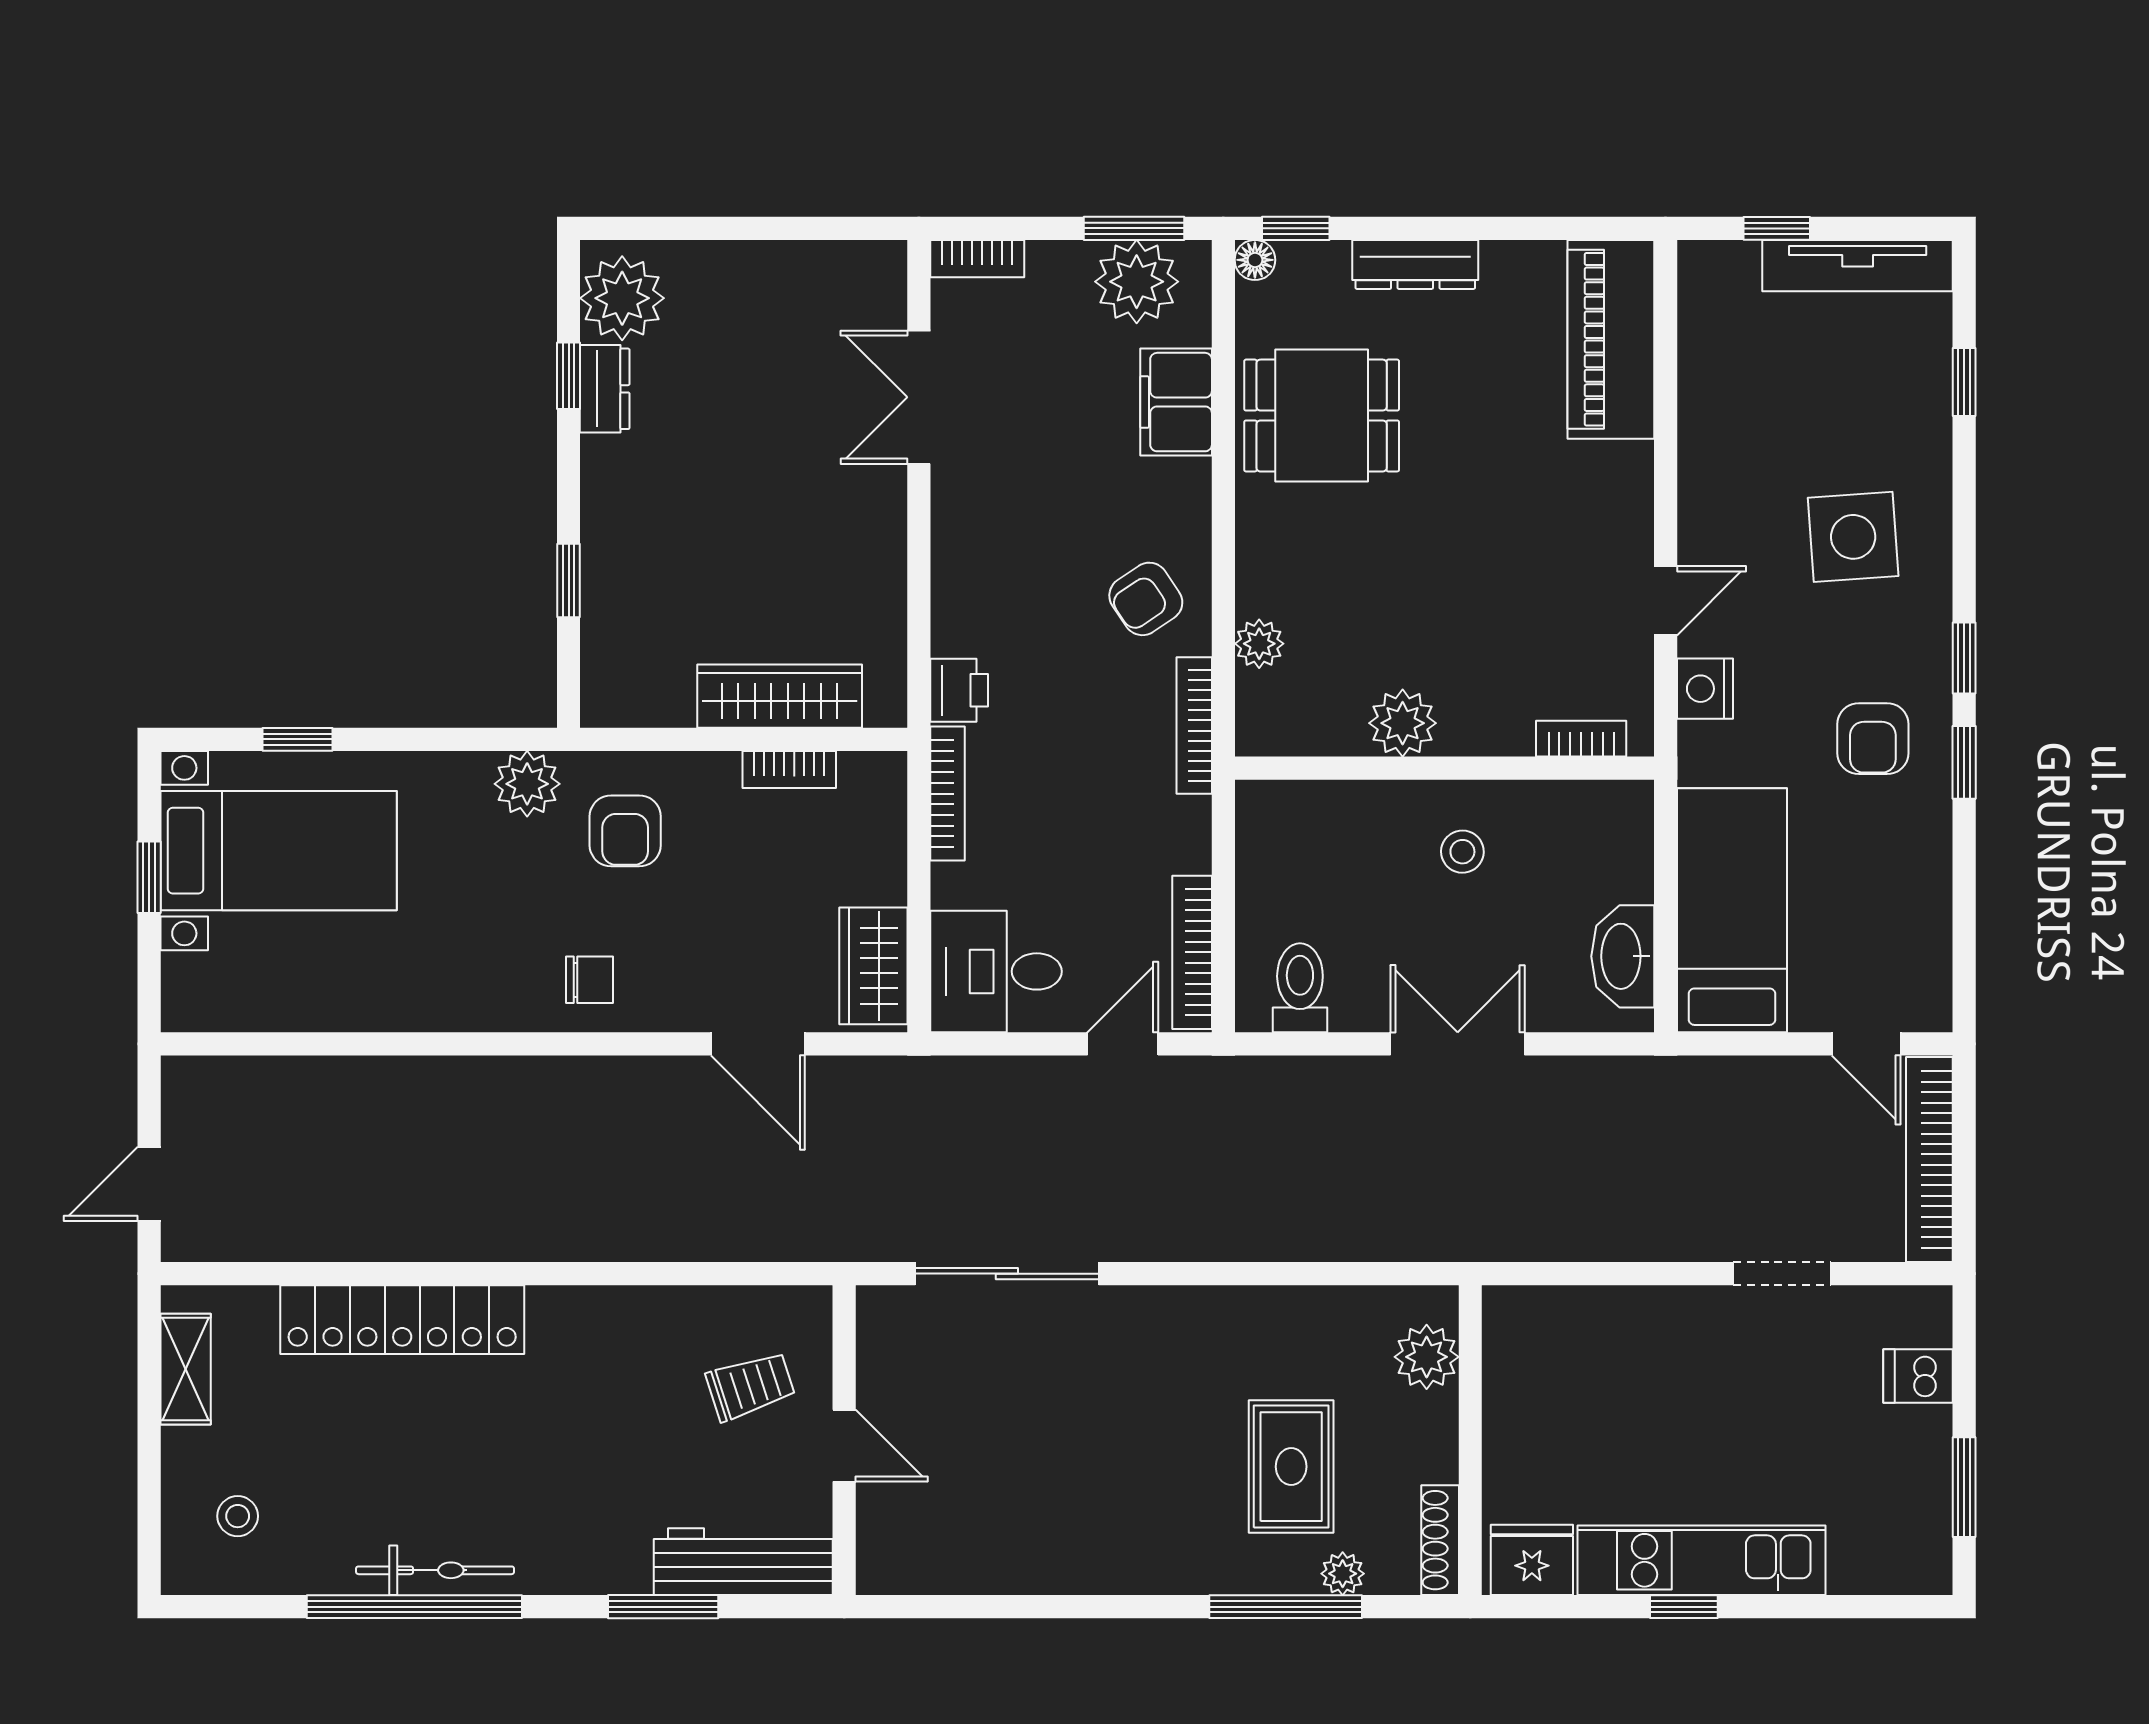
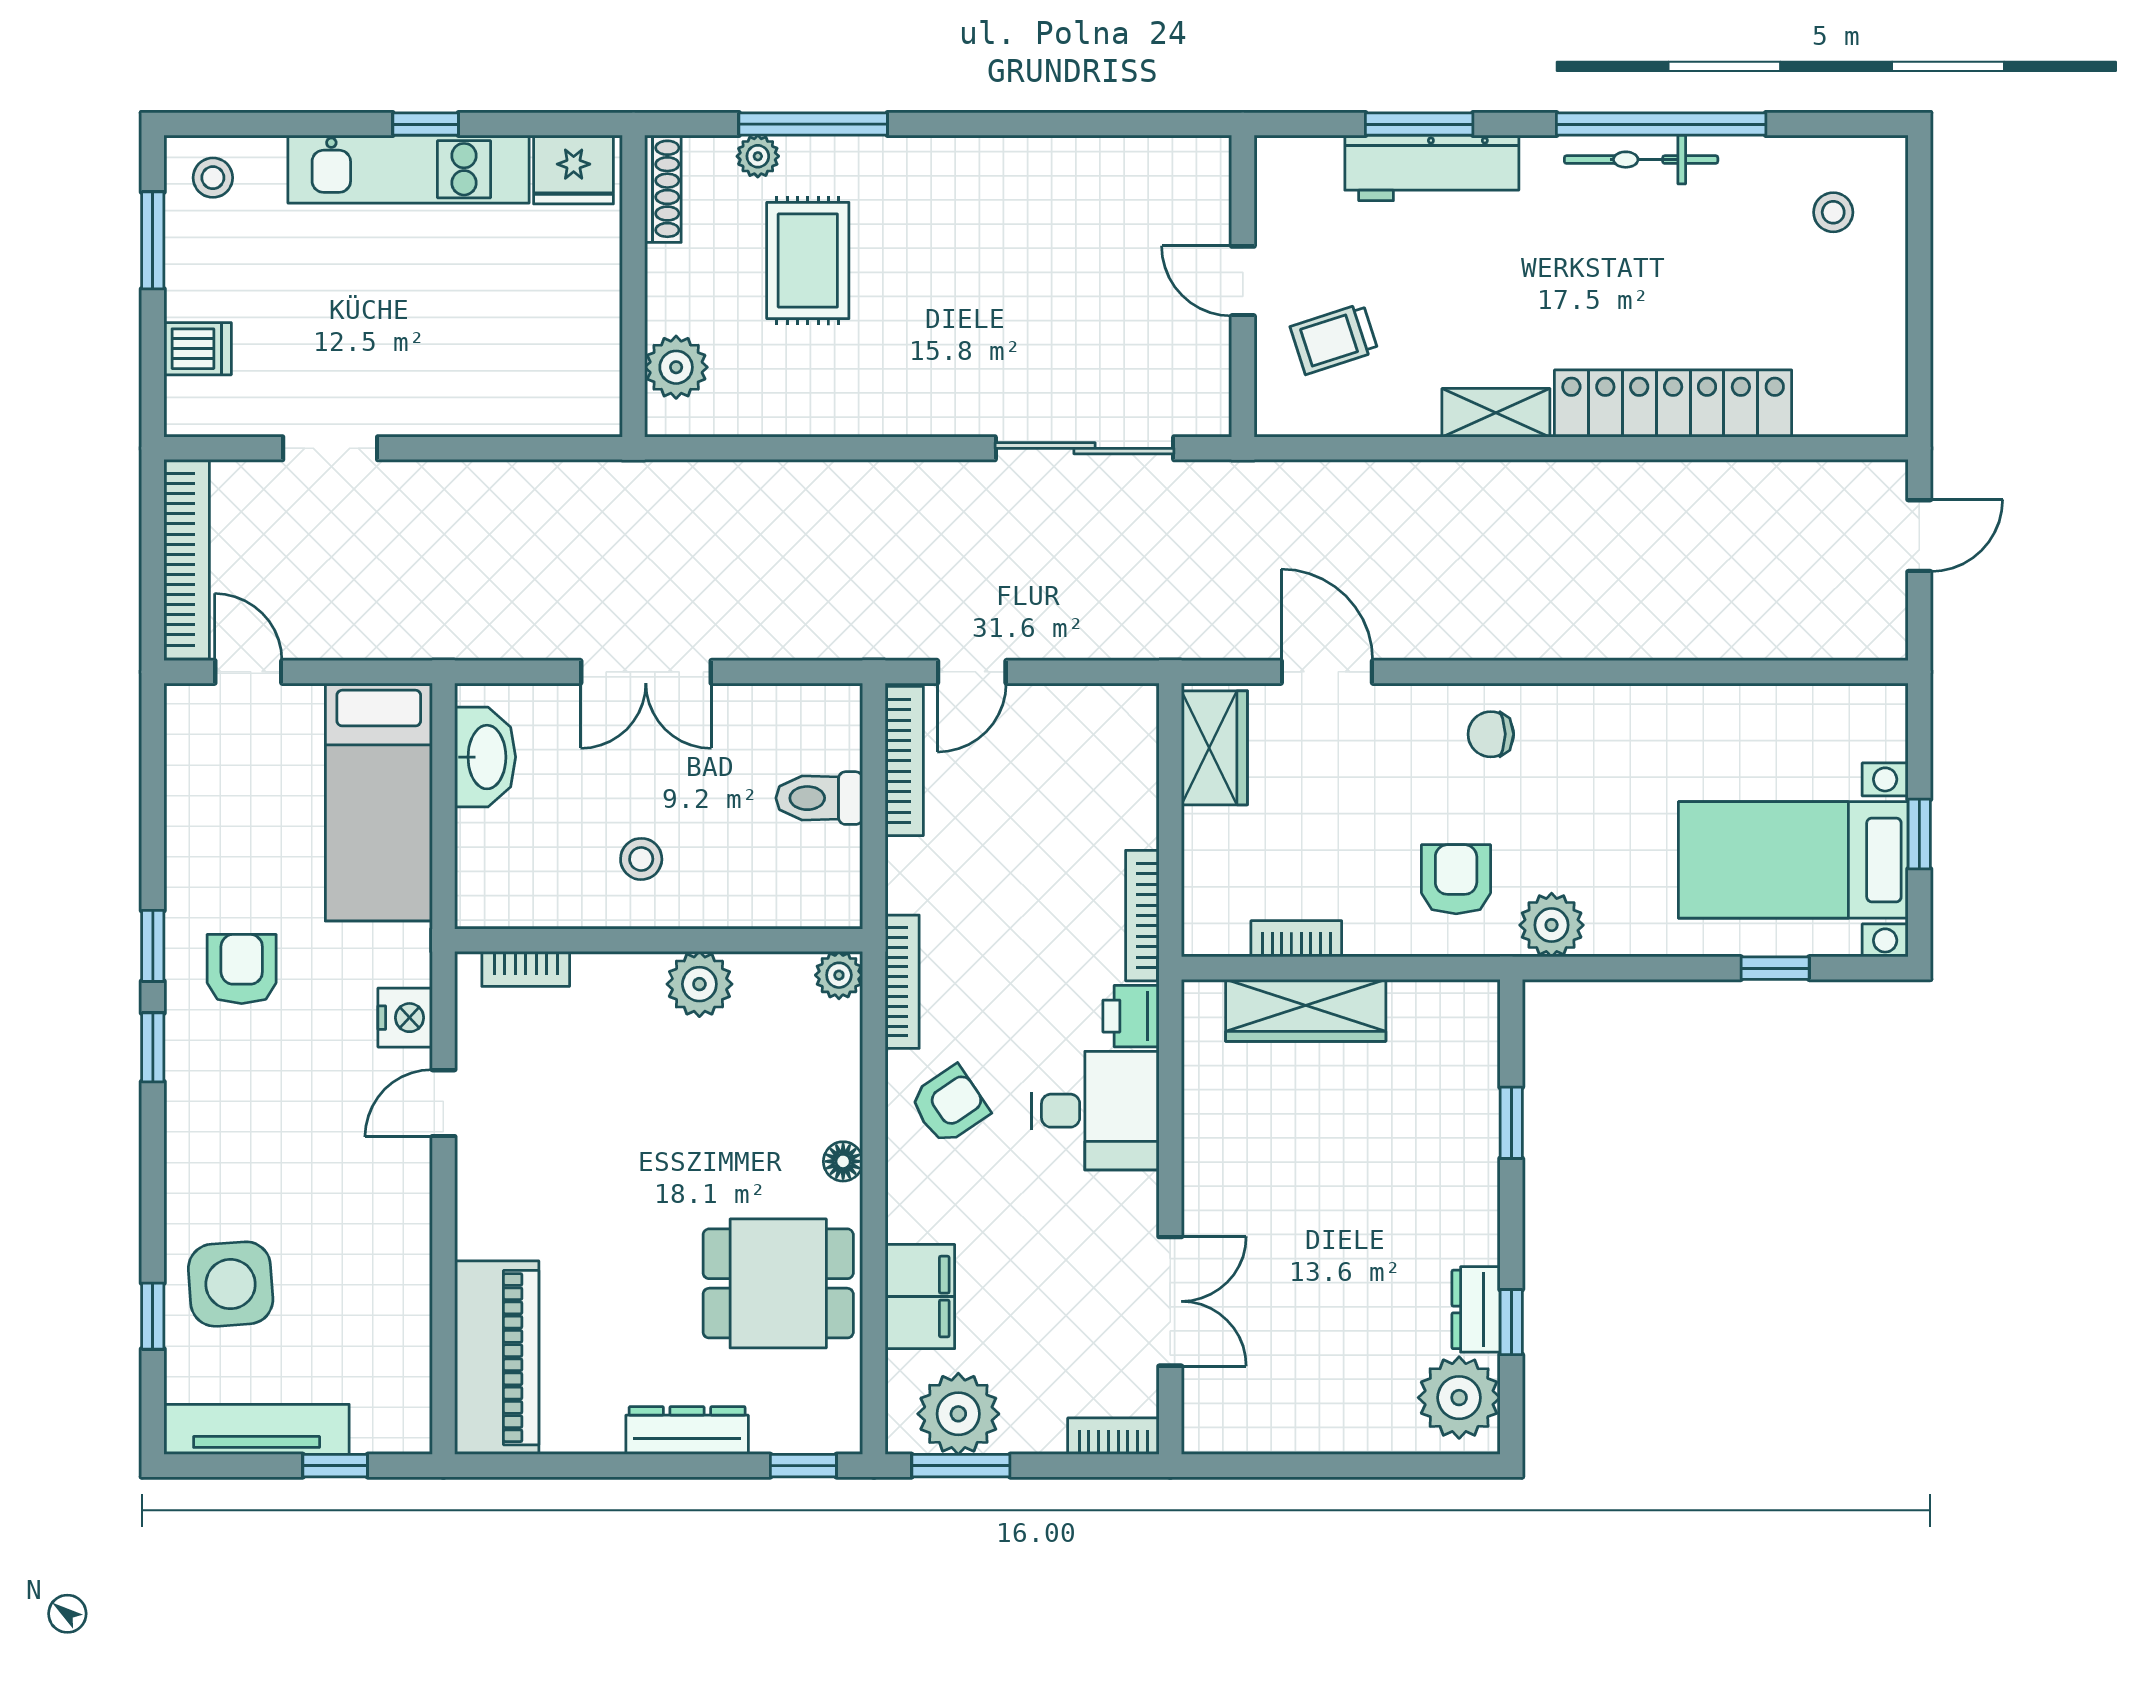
floor lamp: (1255, 260) -> (843, 1161), moved
side table: (1853, 537) -> (231, 1284), moved
plant: (1259, 644) -> (839, 975), moved
desk: (996, 971) -> (1095, 1111), moved
toilet: (1300, 988) -> (819, 798), moved, turned 90
shelving: (186, 1369) -> (1496, 413), moved, turned 90
stool: (1902, 1552) -> (213, 178), added
workbench: (743, 1562) -> (1432, 168), moved

